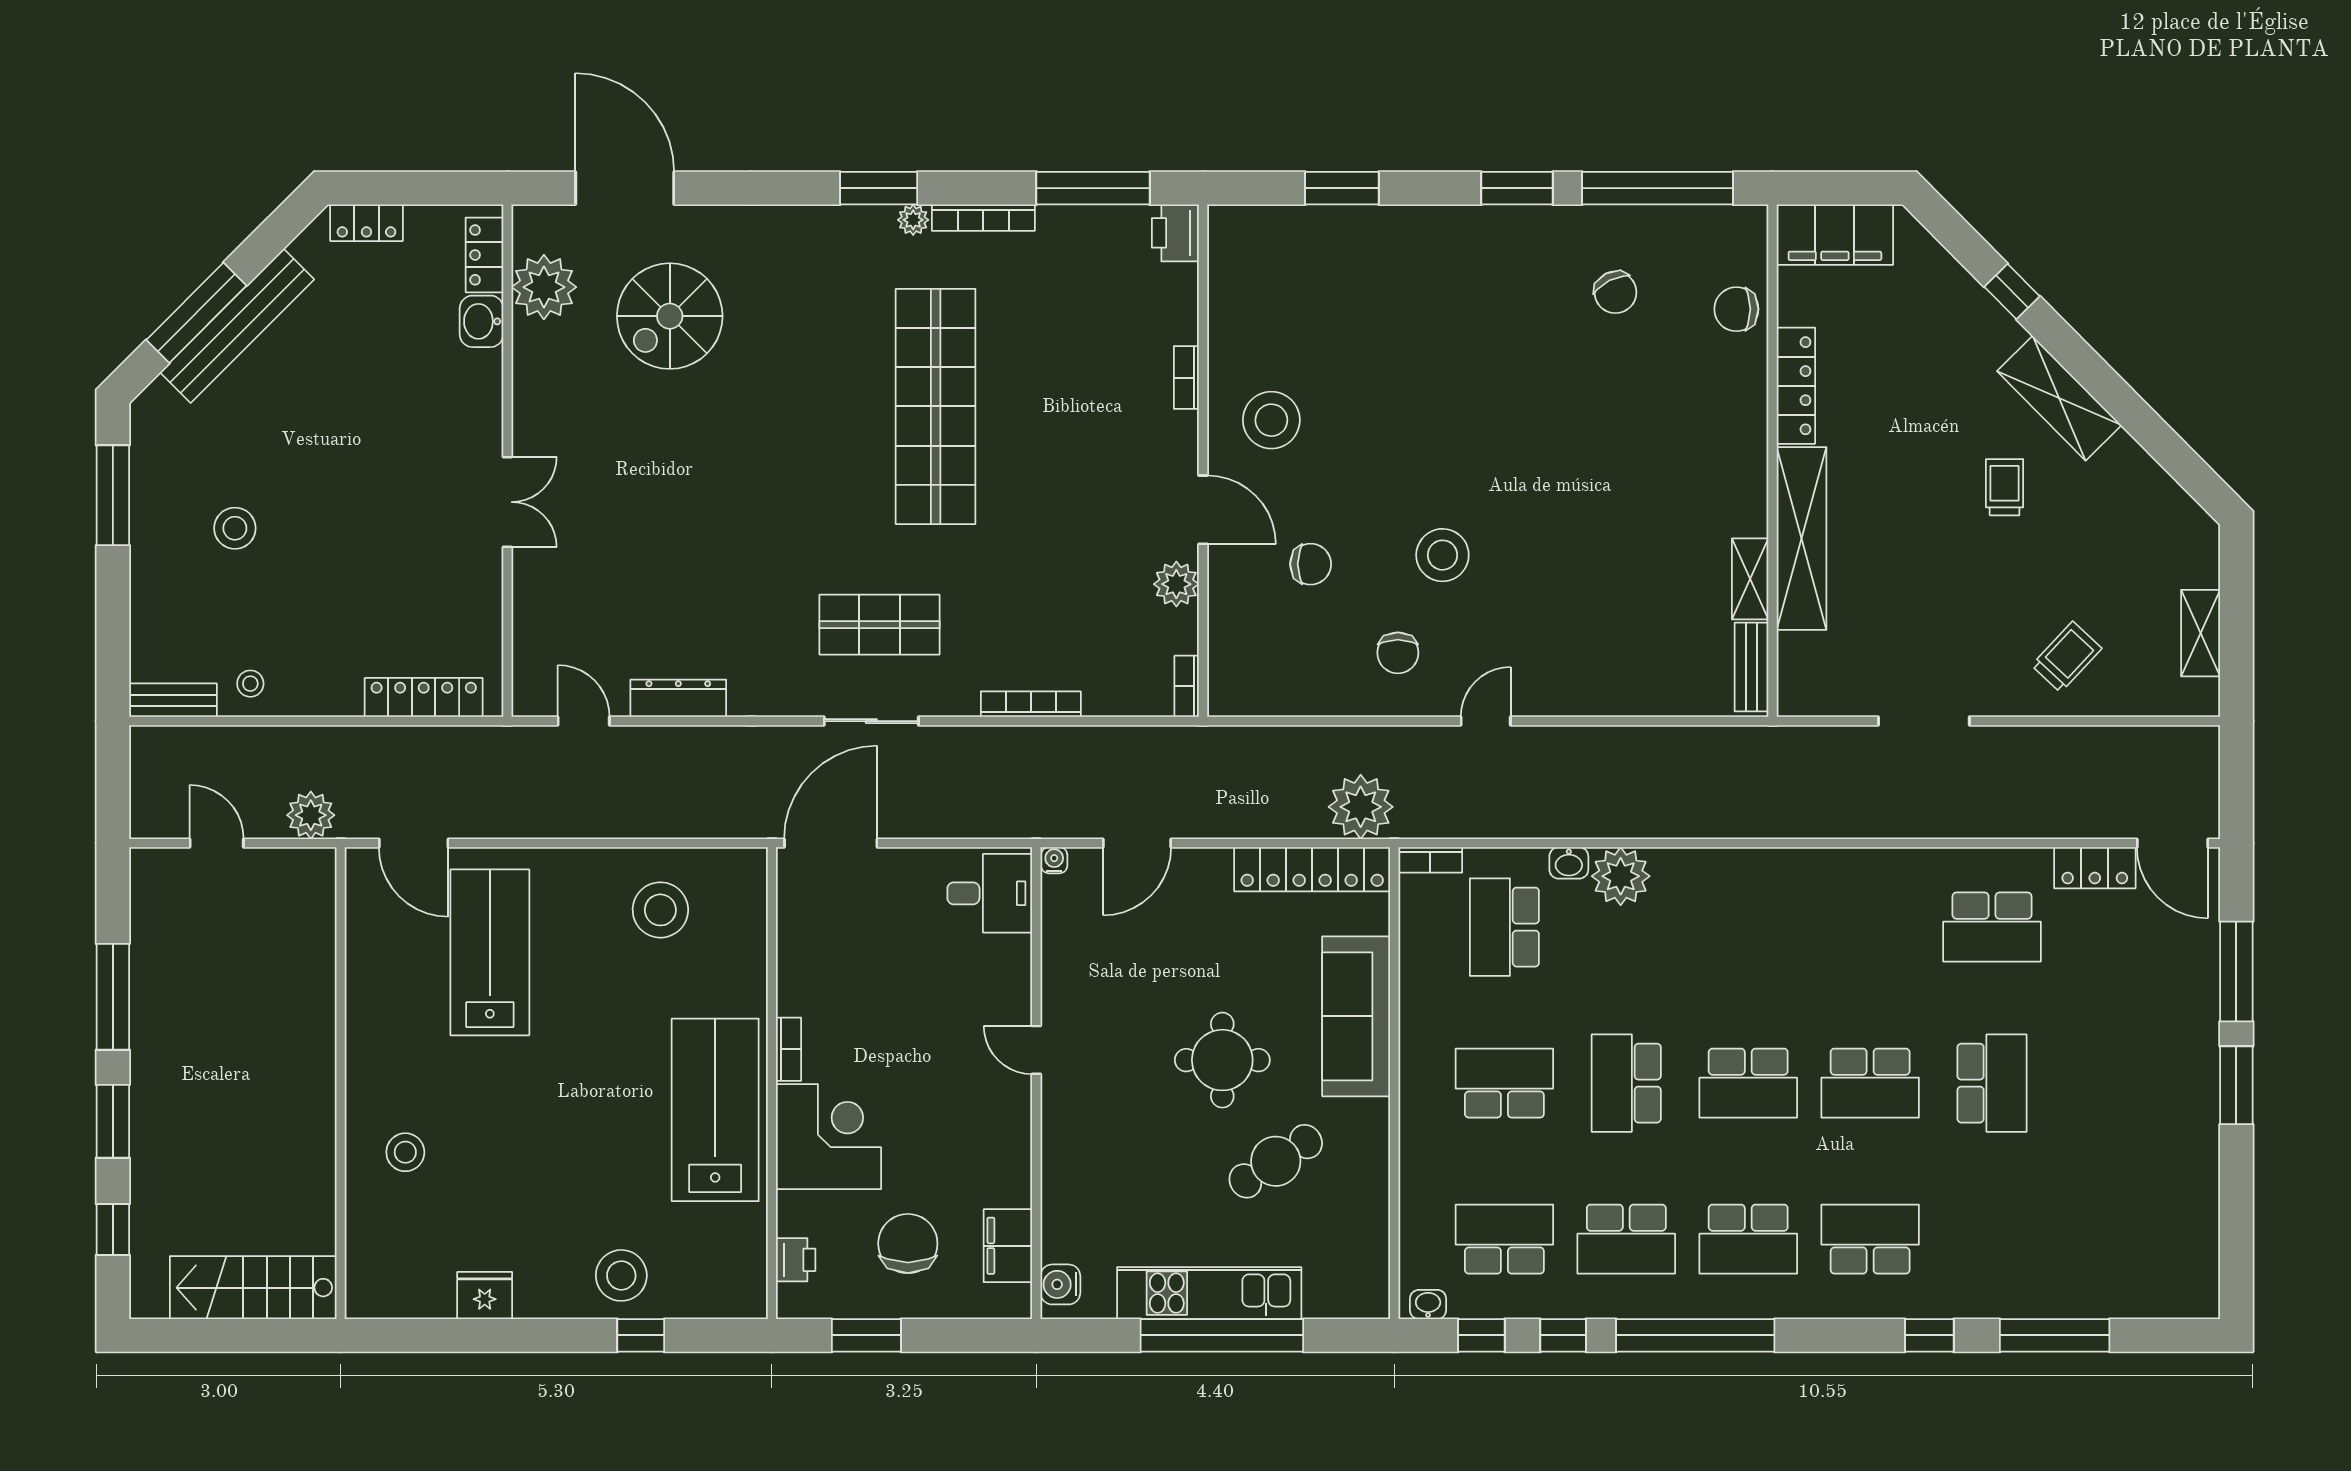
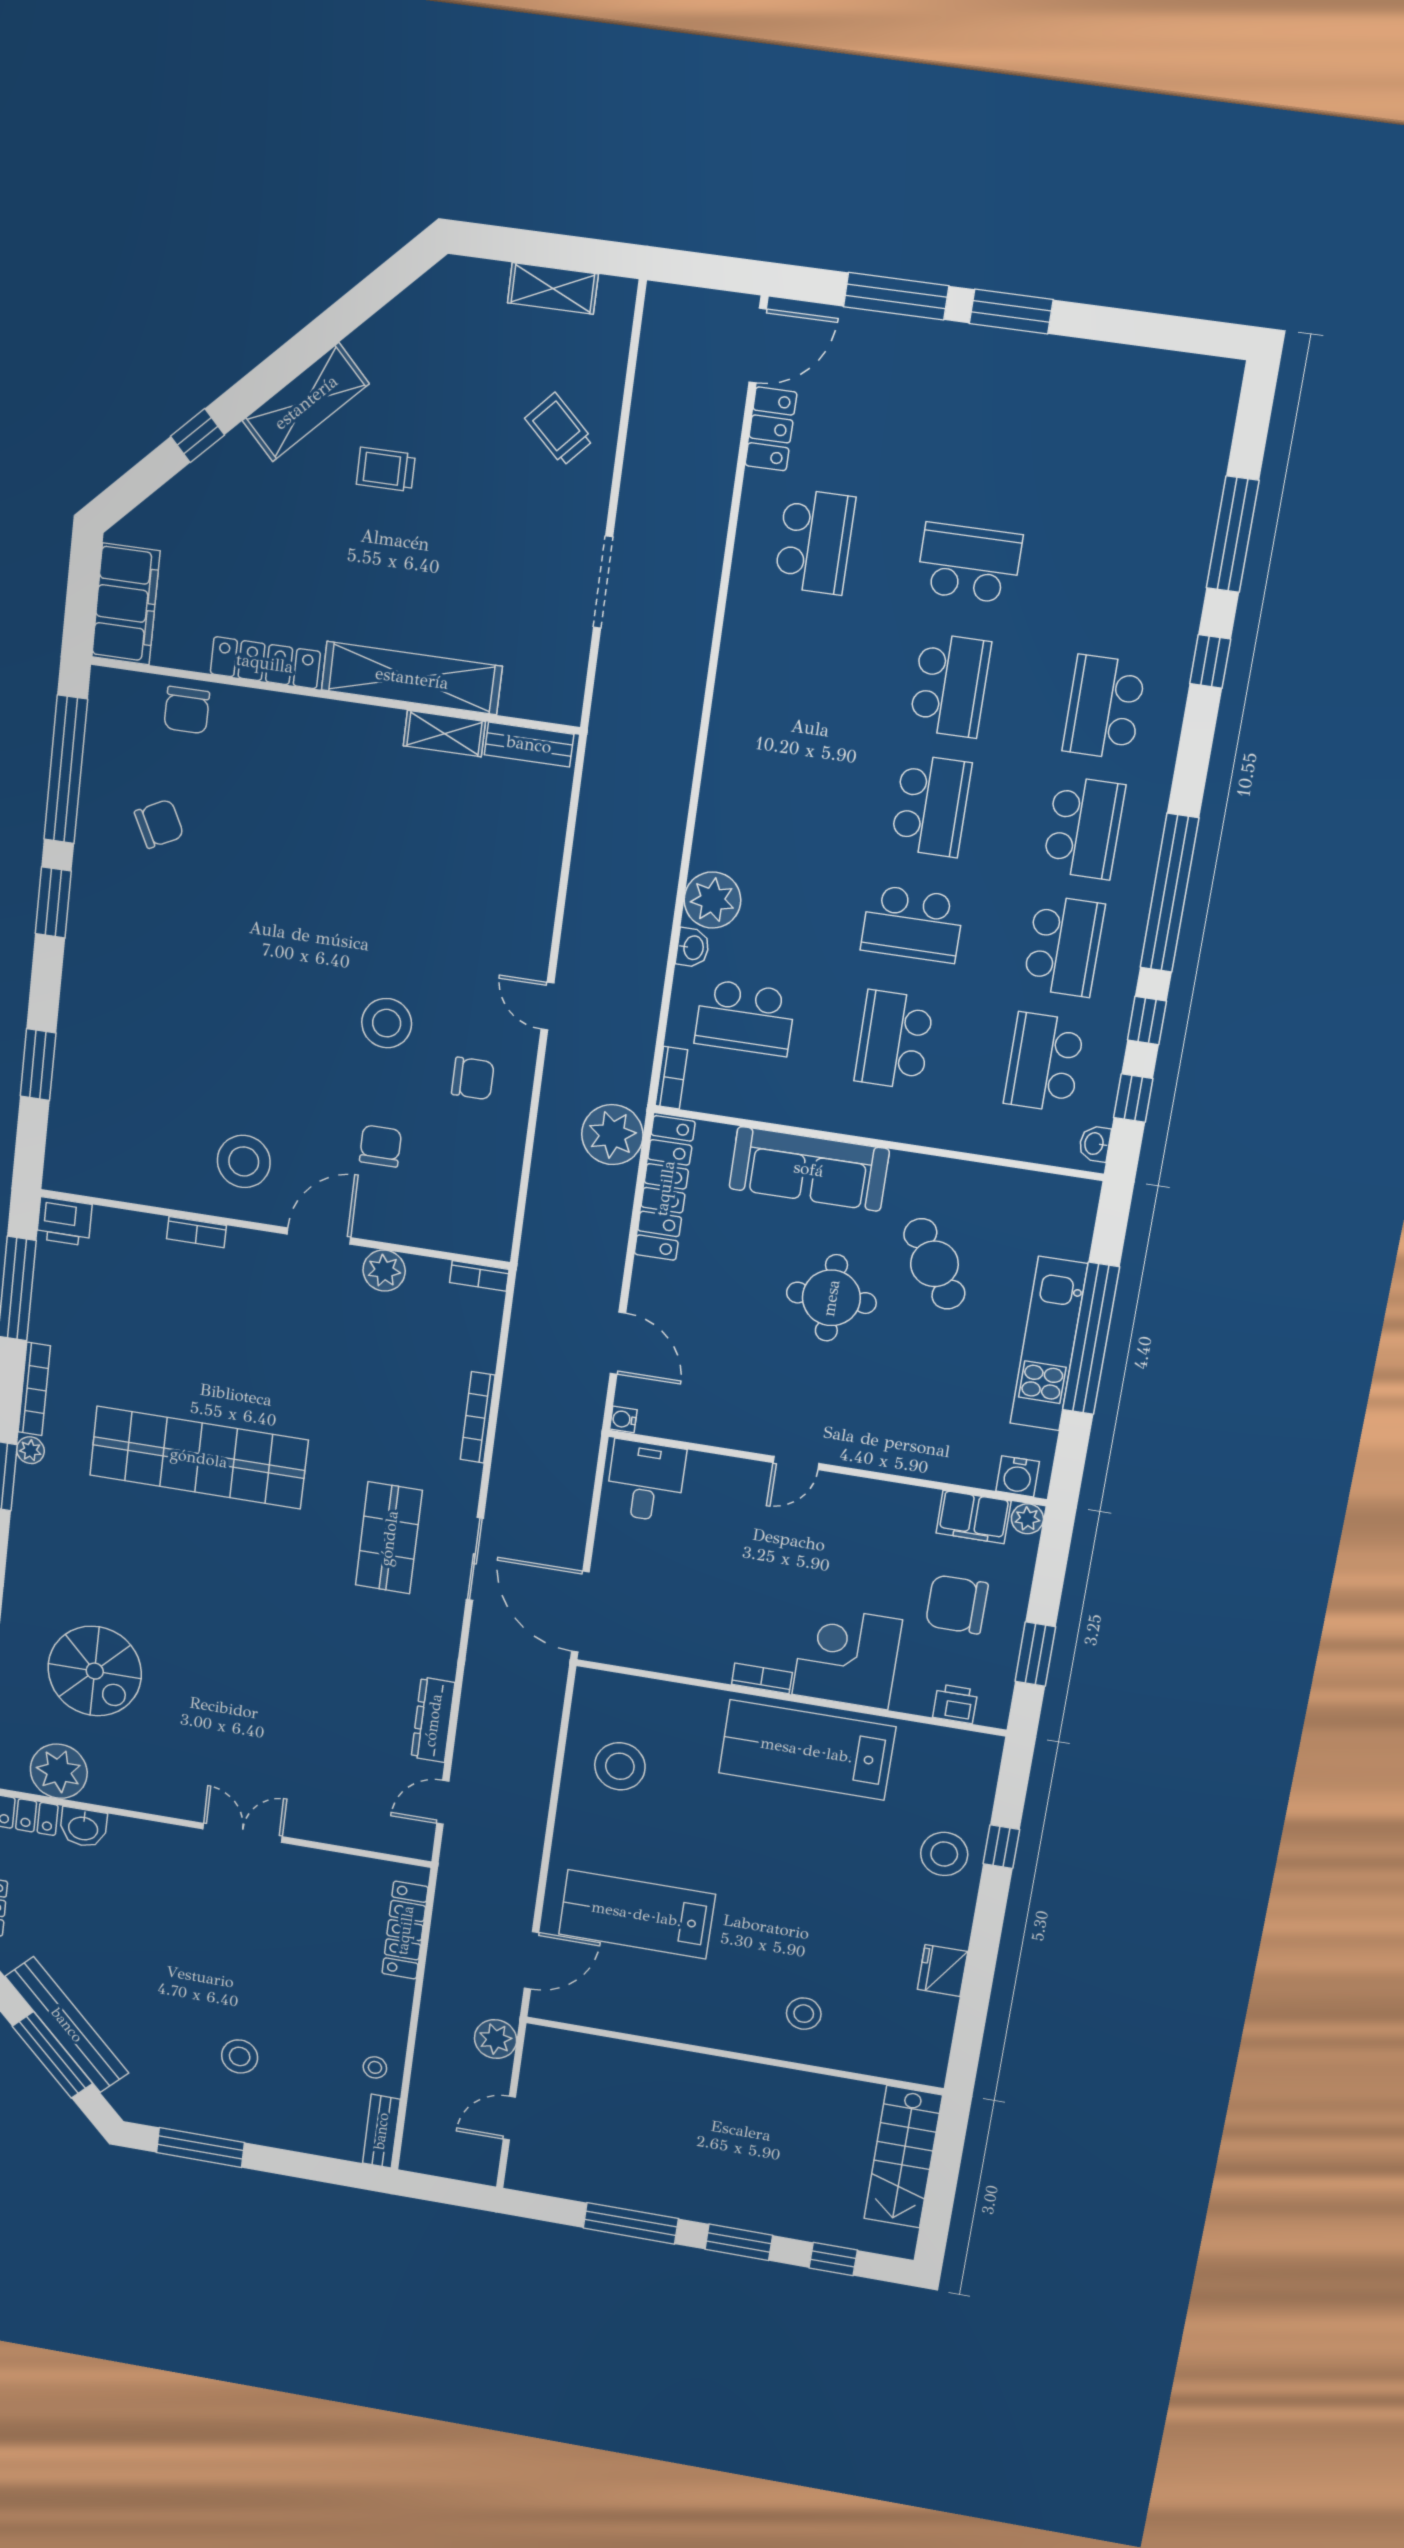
plant: (1015, 1302) -> (1027, 1519), added

